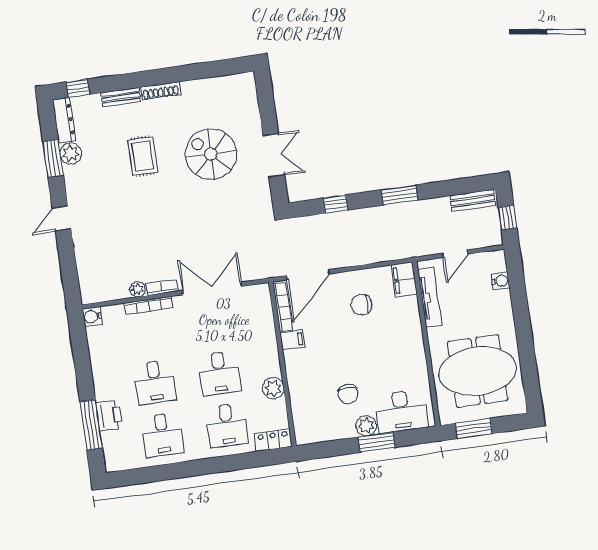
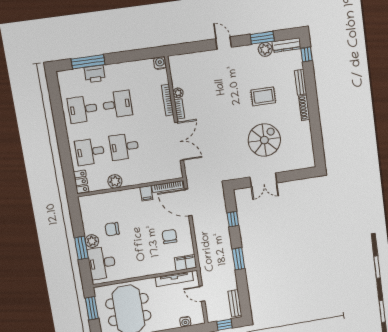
desk: (155, 382) -> (117, 104), turned 180

